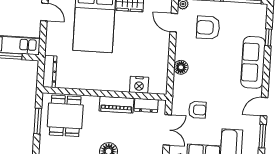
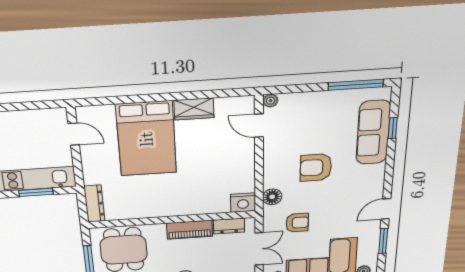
armchair: (208, 28) -> (316, 168), moved
sofa: (253, 62) -> (373, 132), moved
floor lamp: (181, 67) -> (272, 197), moved
nightstand: (139, 85) -> (243, 203), moved

